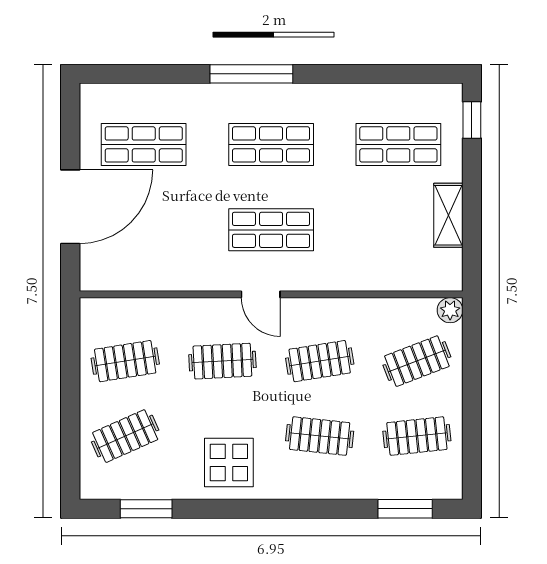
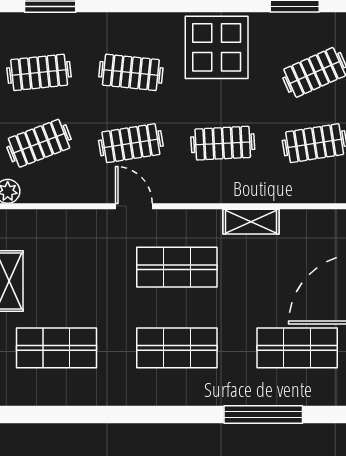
window: (251, 74) -> (263, 415), moved
shelving: (192, 278) -> (251, 222), added
door: (261, 294) -> (134, 206), moved
display table: (229, 462) -> (217, 47), width x1.36, depth x1.36

